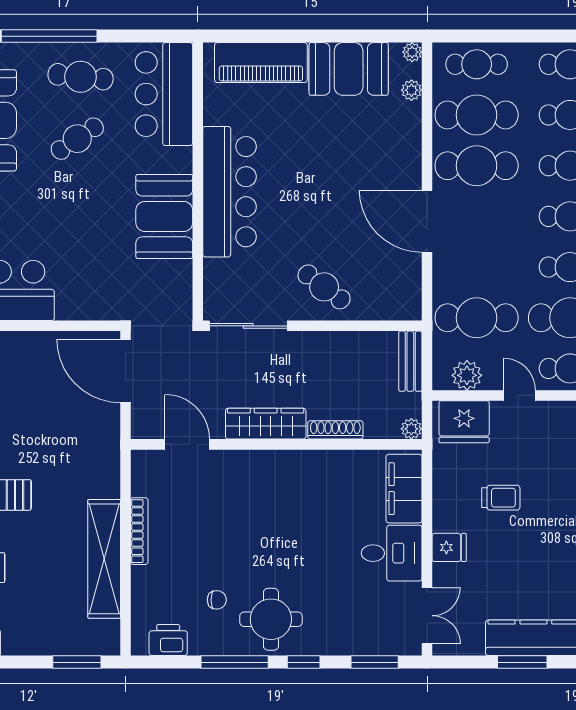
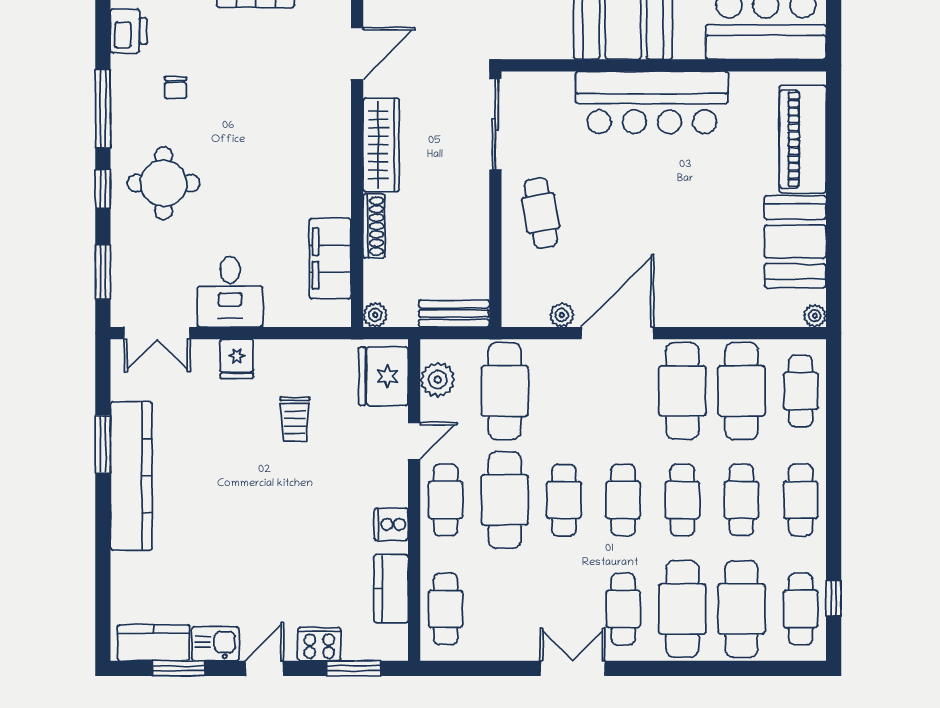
plant: (411, 90) -> (562, 315), moved
cafe table: (324, 287) -> (541, 213), turned -47
filing cabinet: (404, 489) -> (330, 259), moved, turned -90
round table: (271, 619) -> (164, 183), moved

